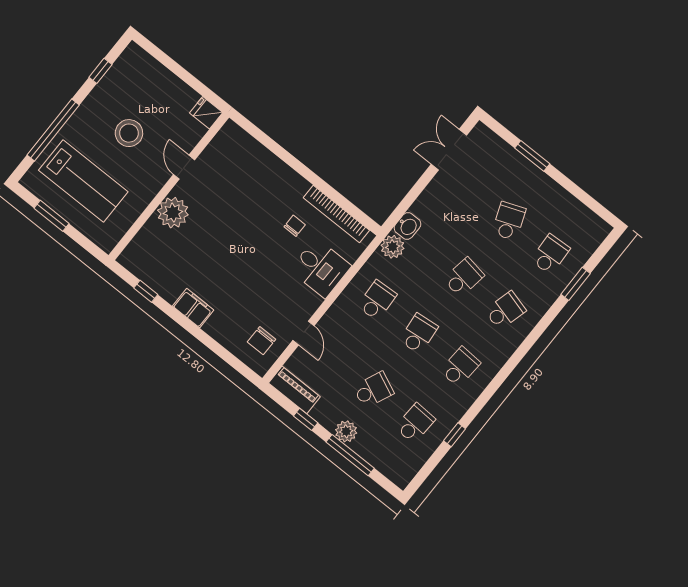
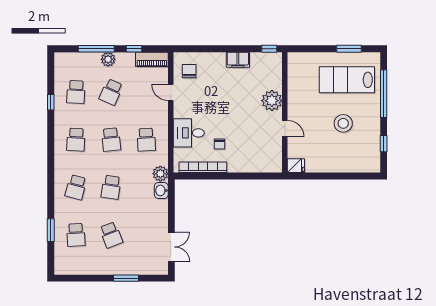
fridge: (206, 113) -> (296, 166), moved
door: (184, 167) -> (285, 129), moved
wall: (169, 186) -> (285, 112), moved
plant: (173, 213) -> (272, 101), moved

